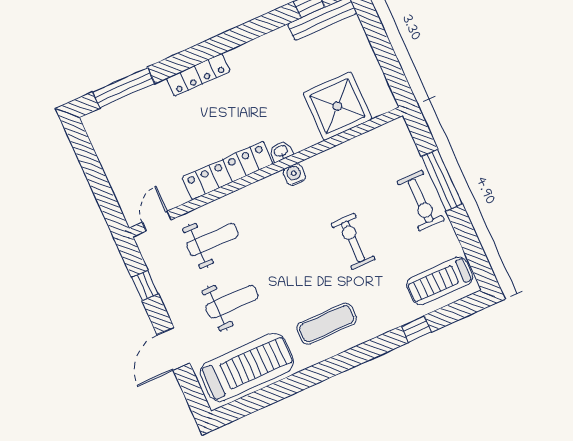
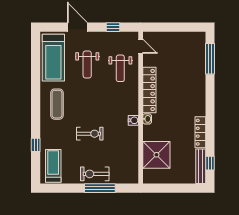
locker: (198, 75) -> (200, 132), moved

